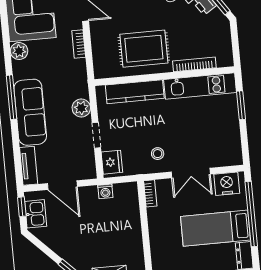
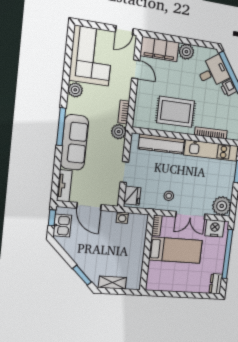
bookcase: (79, 44) -> (124, 112), moved
plant: (81, 108) -> (119, 132), moved
plant: (229, 153) -> (222, 206), added
bed: (215, 228) -> (176, 250), moved, turned 180

